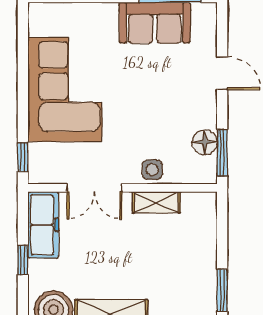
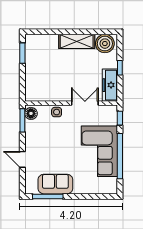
window: (23, 80) -> (120, 156), added
floor lamp: (205, 142) -> (31, 113), moved
shelving: (156, 202) -> (55, 96), removed

